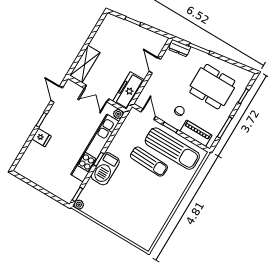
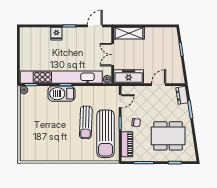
dining table: (212, 87) -> (168, 136), turned 90
kitchen unit: (95, 148) -> (61, 77), width x1.36

